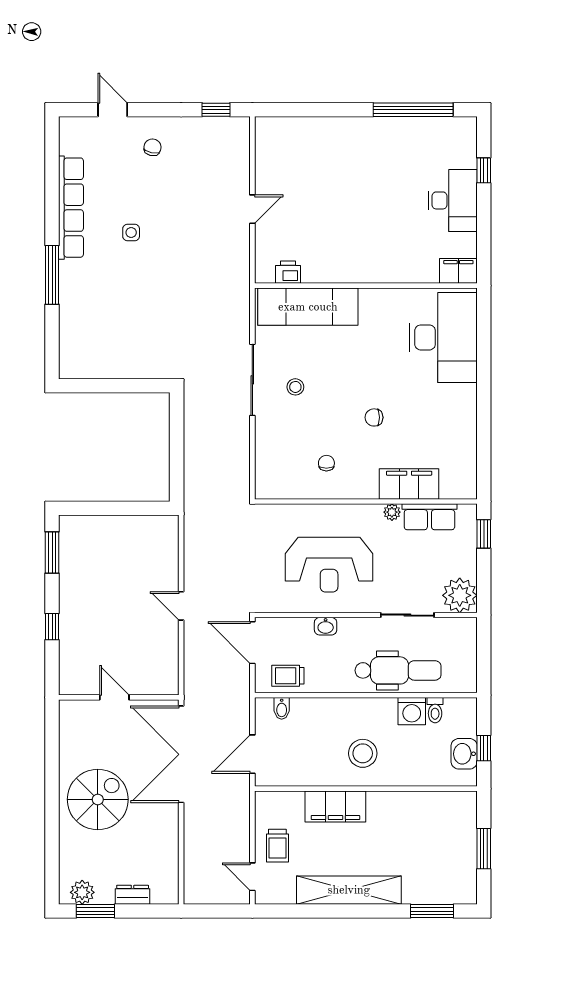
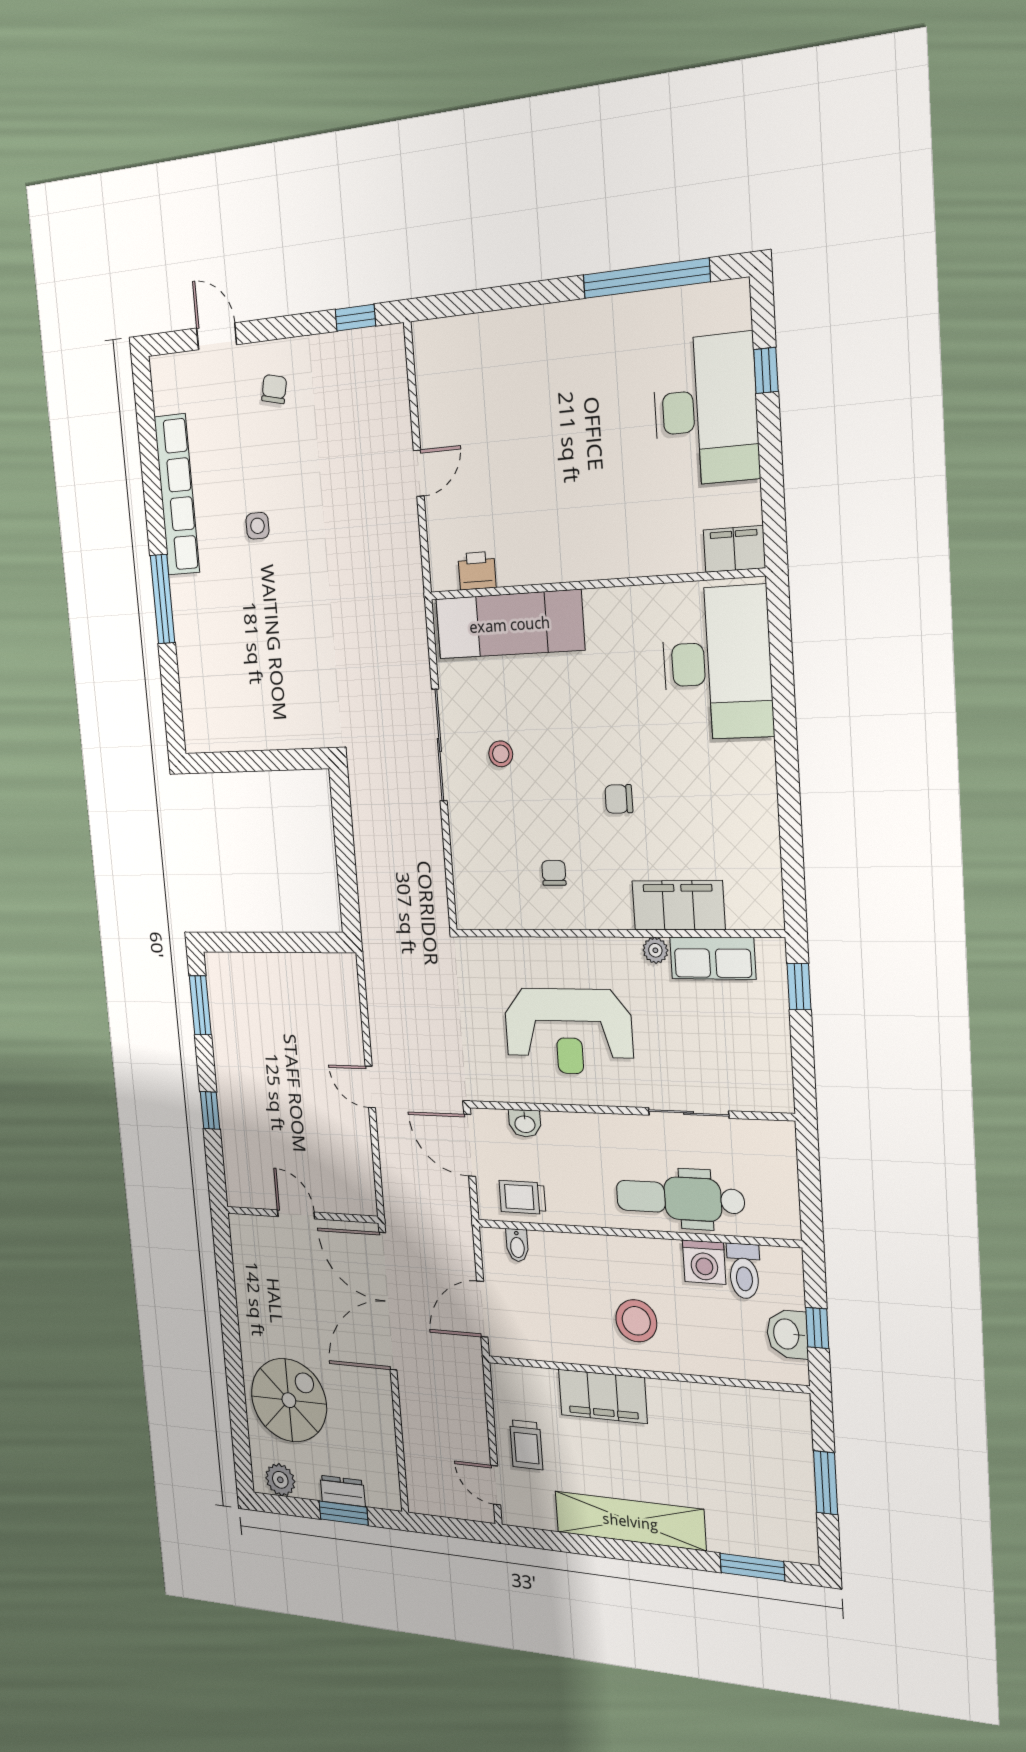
desk: (453, 200) -> (706, 410), width x1.36, depth x1.30
plant: (460, 595) -> (767, 1085), removed
washbasin: (326, 626) -> (525, 1123), moved
dental chair: (398, 670) -> (680, 1198), turned 180
toilet: (435, 710) -> (744, 1271), width x1.37, depth x1.39
spiral stairs: (98, 799) -> (289, 1400), moved
window: (95, 911) -> (344, 1513), moved

